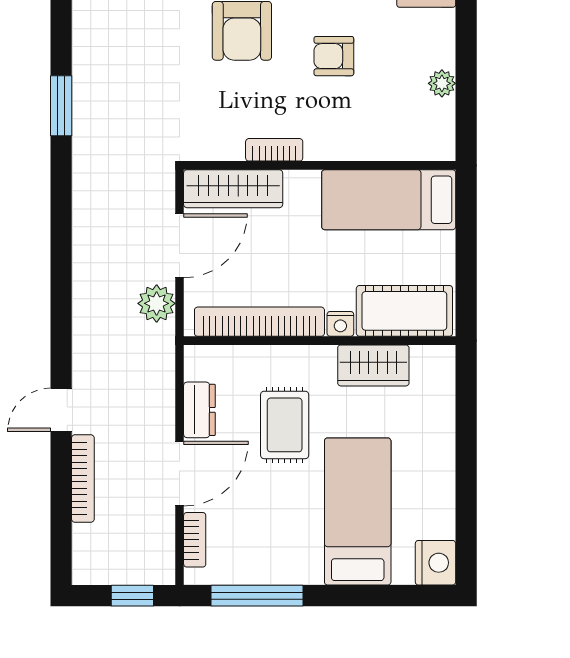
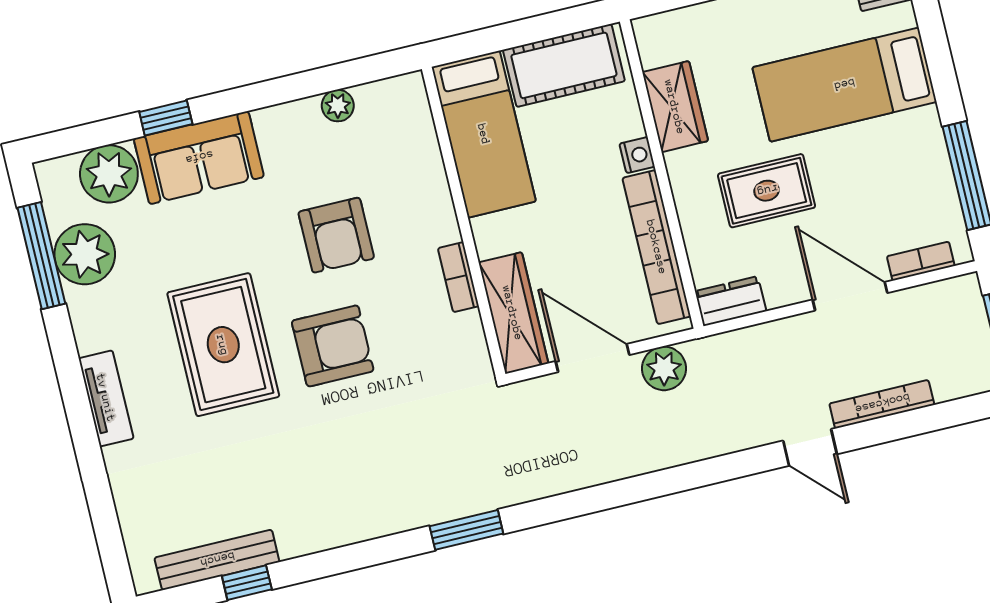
armchair: (334, 56) -> (336, 235), width x1.38, depth x1.38
cot: (404, 311) -> (564, 65), moved, turned 90
dresser: (199, 410) -> (731, 301), moved

